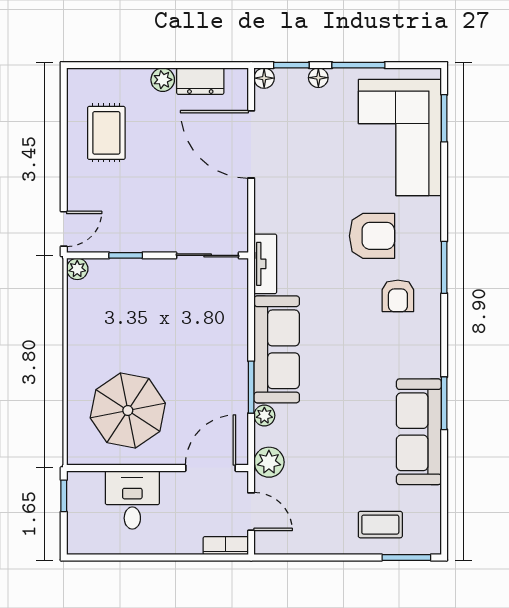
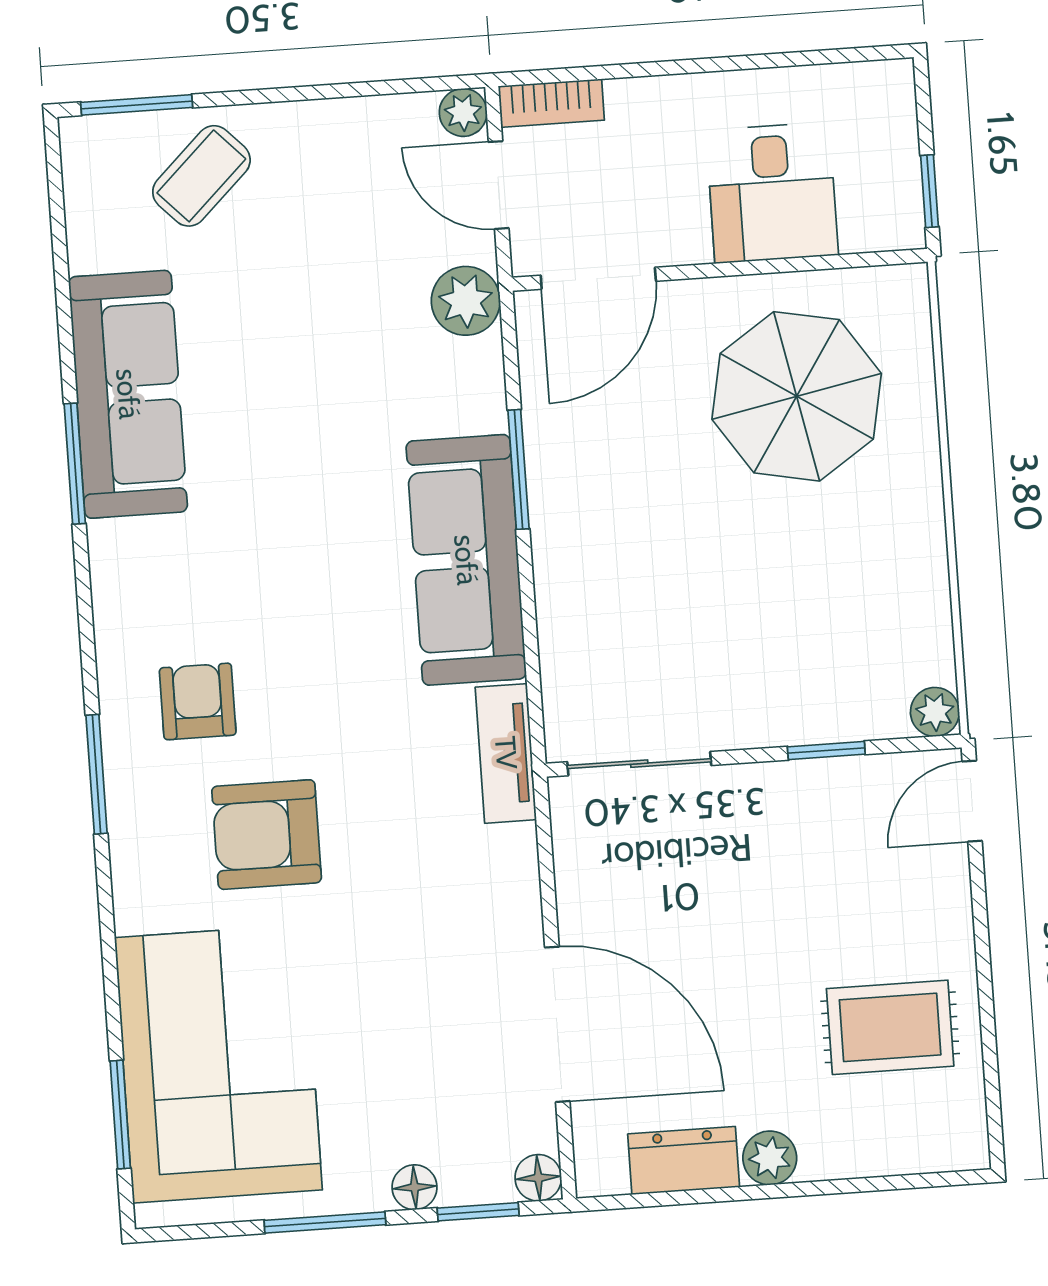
rug: (106, 133) -> (890, 1027), turned 90
plant: (264, 416) -> (463, 112), moved
coffee table: (380, 525) -> (201, 176), turned -44

